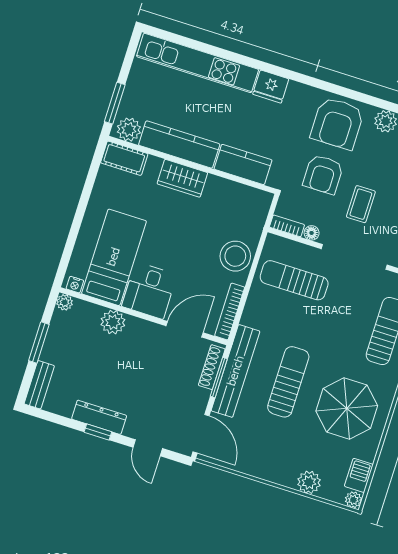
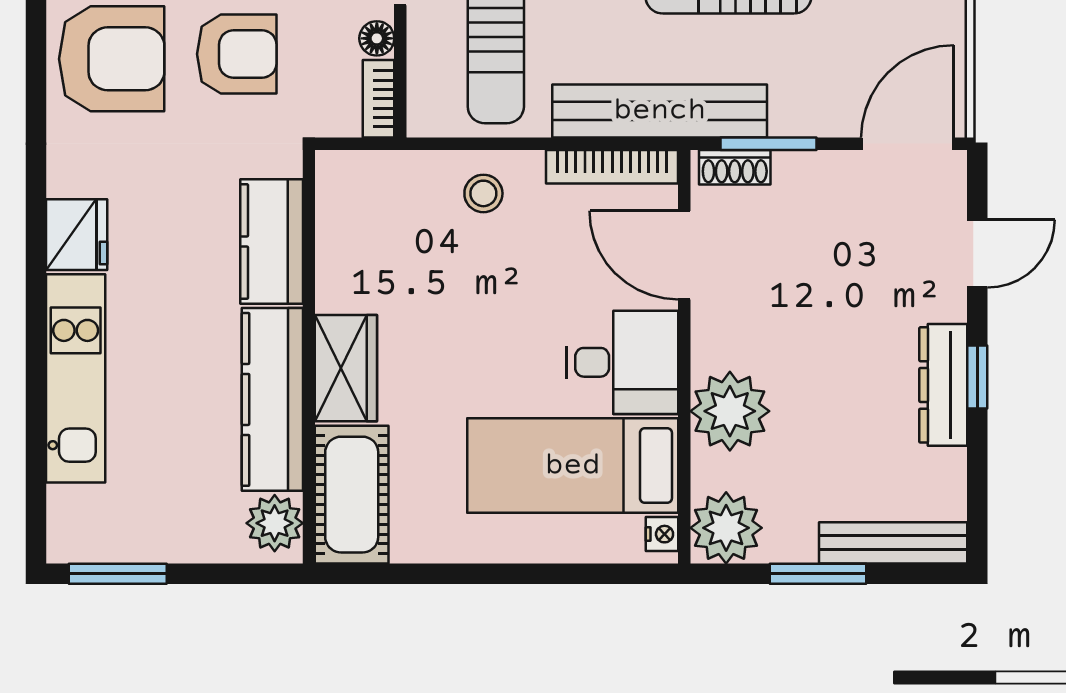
kitchen unit: (198, 63) -> (76, 378), width x0.73
window: (115, 103) -> (118, 574), moved
cot: (124, 158) -> (352, 495), width x1.37, depth x1.34
stool: (235, 256) -> (483, 193), width x0.53, depth x0.53
plant: (65, 302) -> (726, 528), width x1.87, depth x1.87
plant: (113, 322) -> (730, 411), width x1.36, depth x1.36
shoe rack: (212, 367) -> (735, 167), width x0.70
bench: (236, 371) -> (660, 111), moved
bench: (39, 385) -> (893, 543), width x1.36

